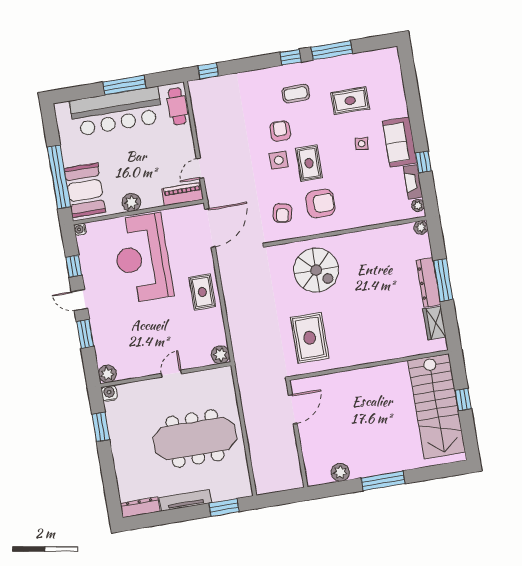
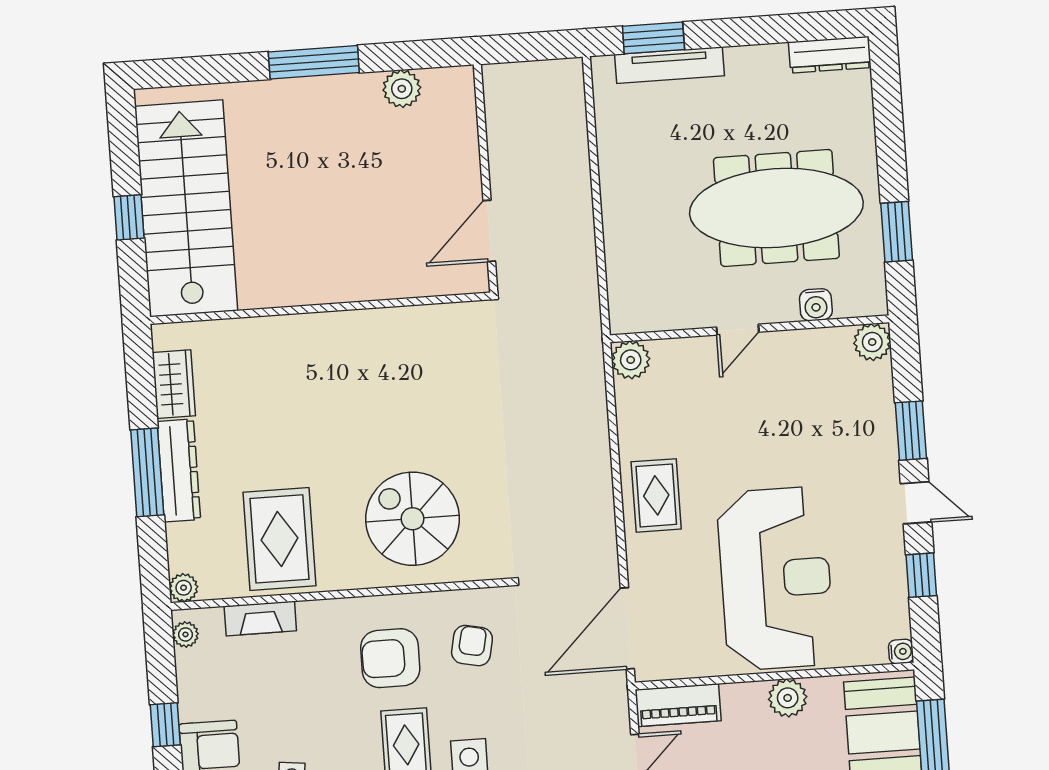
fireplace: (413, 182) -> (260, 618), moved, turned 90
rug: (310, 338) -> (279, 539), moved
water cooler: (109, 393) -> (816, 305), moved
meeting table: (195, 438) -> (776, 208), moved
tv unit: (185, 500) -> (669, 65), moved

